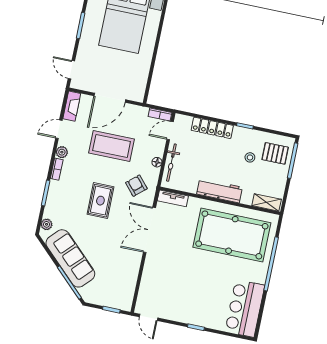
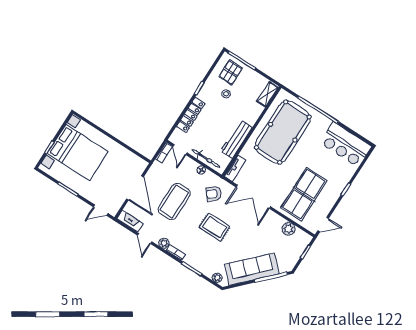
workbench: (219, 191) -> (236, 139), moved
plant: (129, 282) -> (289, 229), added
table tennis table: (173, 284) -> (304, 194), added

